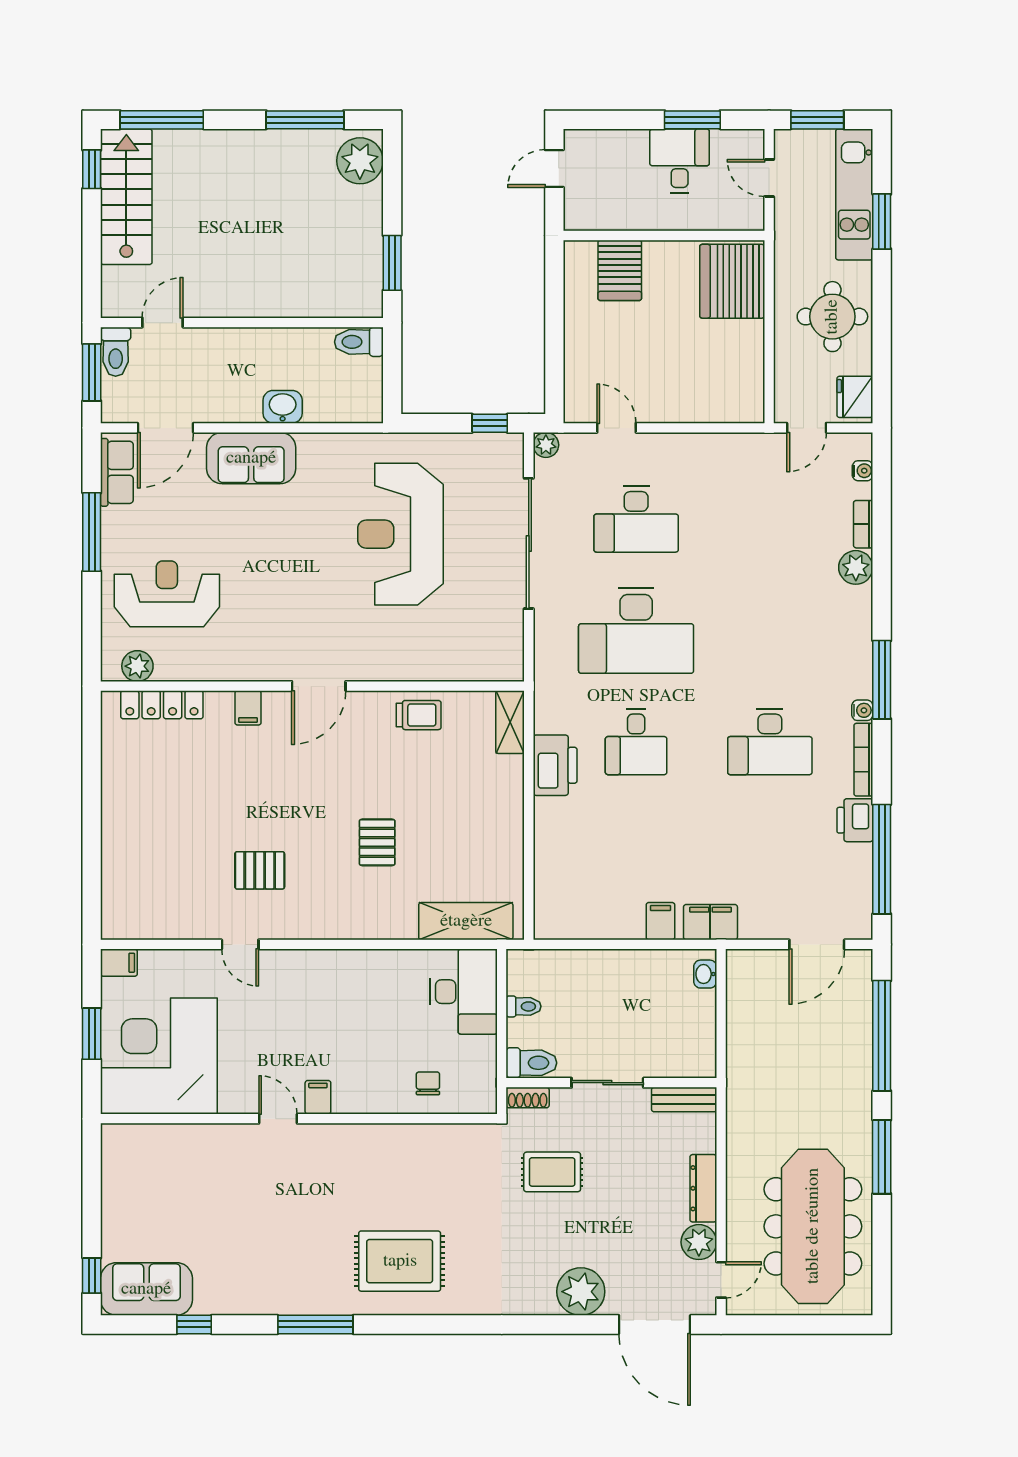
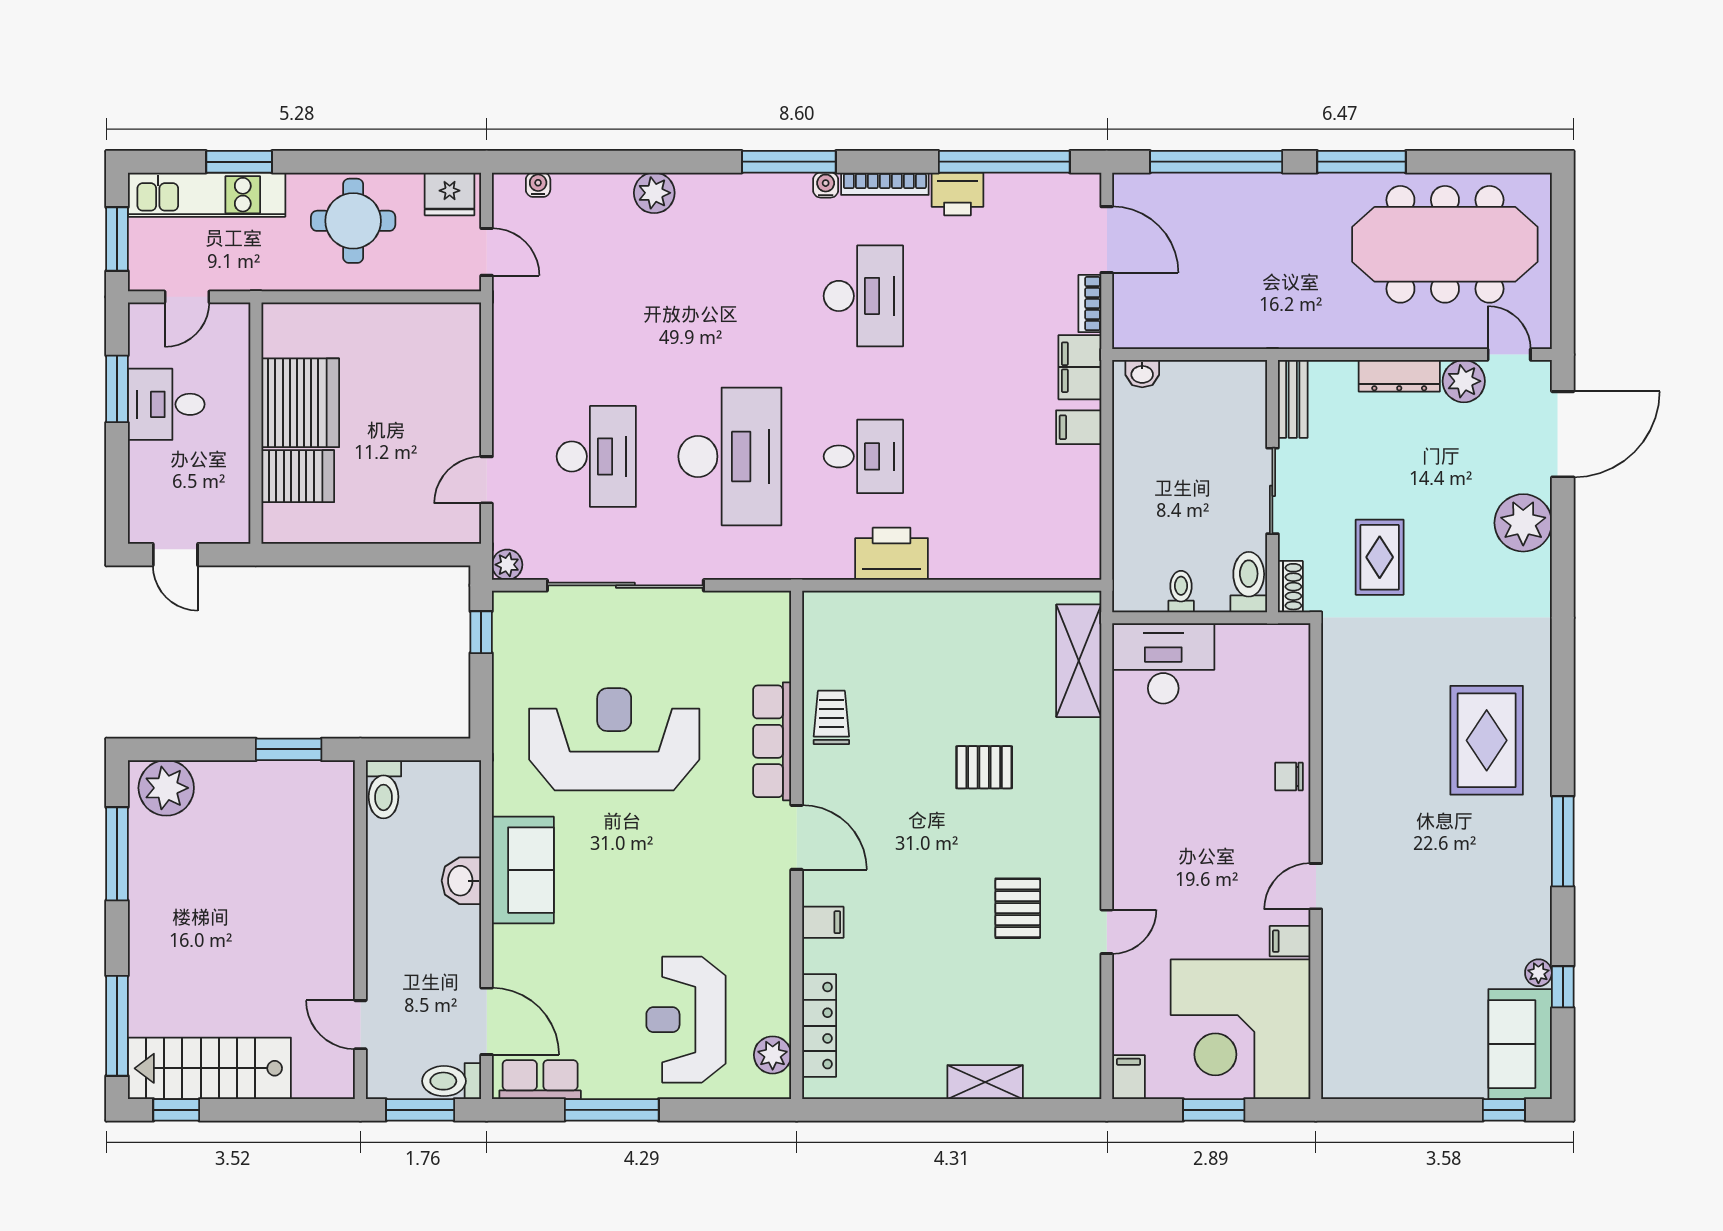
server rack: (732, 281) -> (300, 403), moved, turned -90
toilet: (116, 352) -> (452, 1081), moved, turned 180
sofa: (251, 458) -> (523, 870), moved
bookcase: (863, 524) -> (1090, 304), moved, turned 90
reception desk: (400, 534) -> (614, 739), turned 180
row of seats: (399, 666) -> (772, 741), added
shelving: (510, 722) -> (985, 1082), moved
chair: (428, 1083) -> (1289, 776), moved
filing cabinet: (318, 1097) -> (1290, 941), moved
plant: (206, 1304) -> (1538, 973), added

